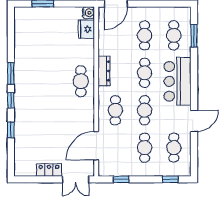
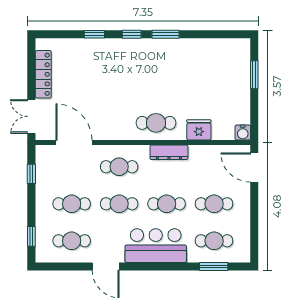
fridge: (86, 29) -> (199, 130), moved
locker: (49, 170) -> (43, 74), width x1.53

